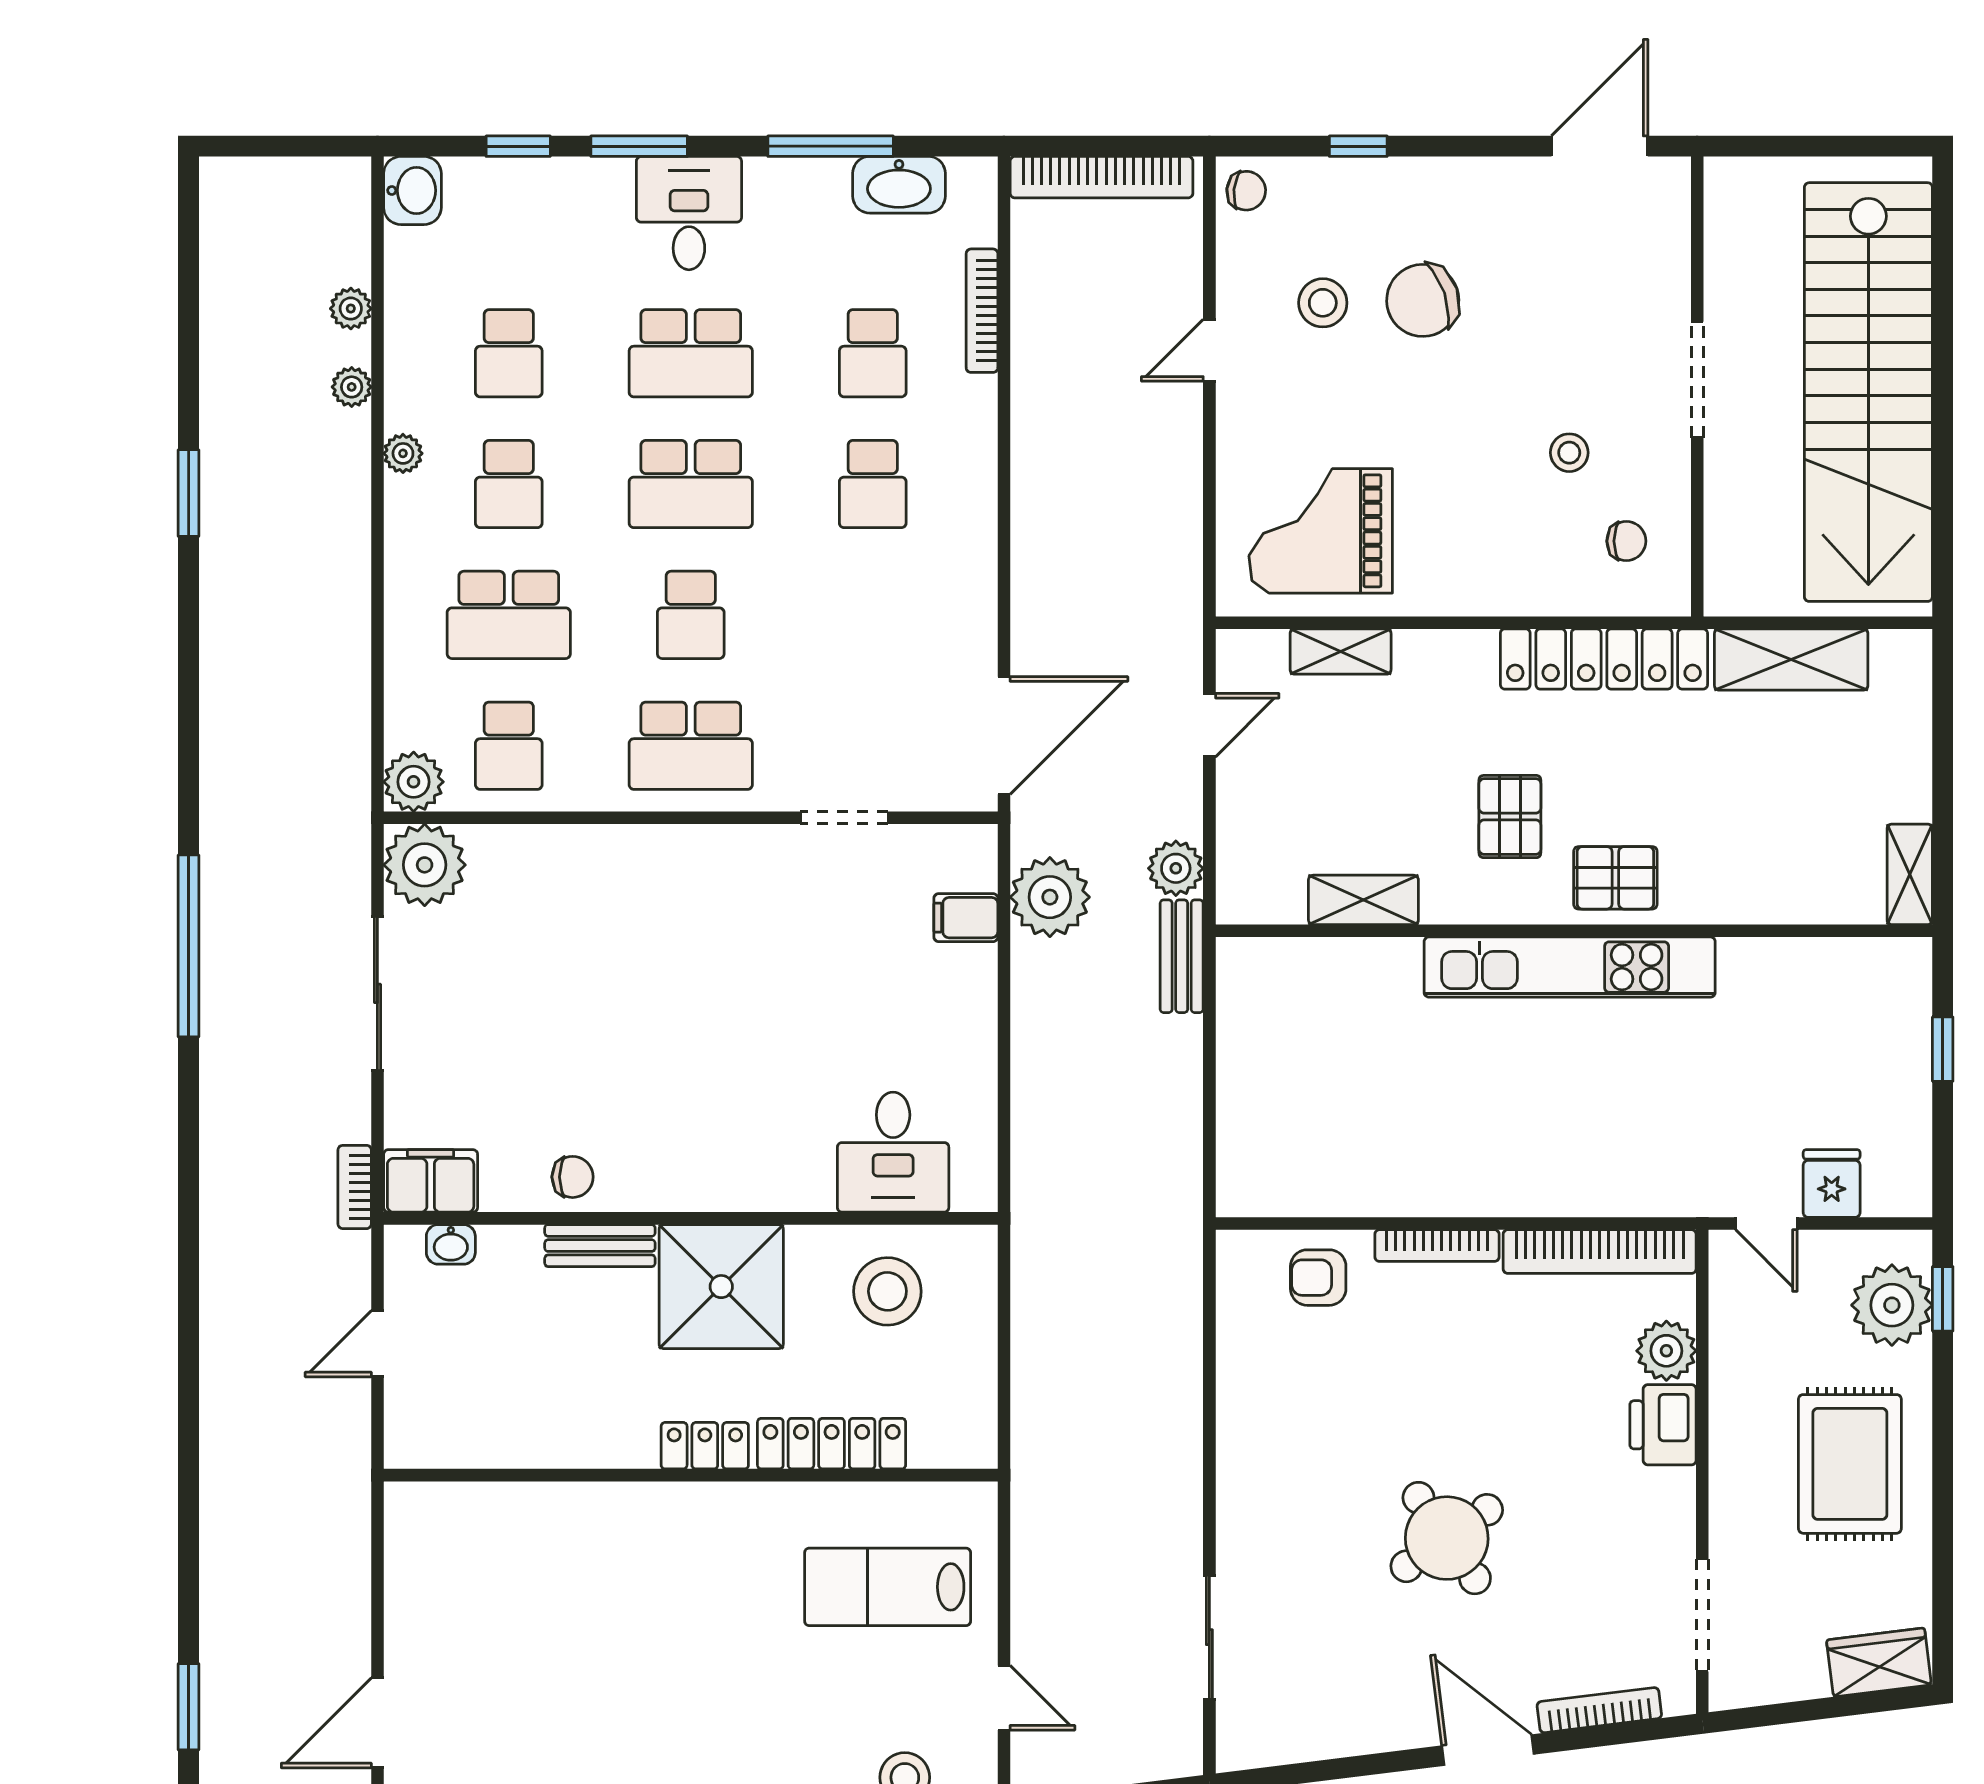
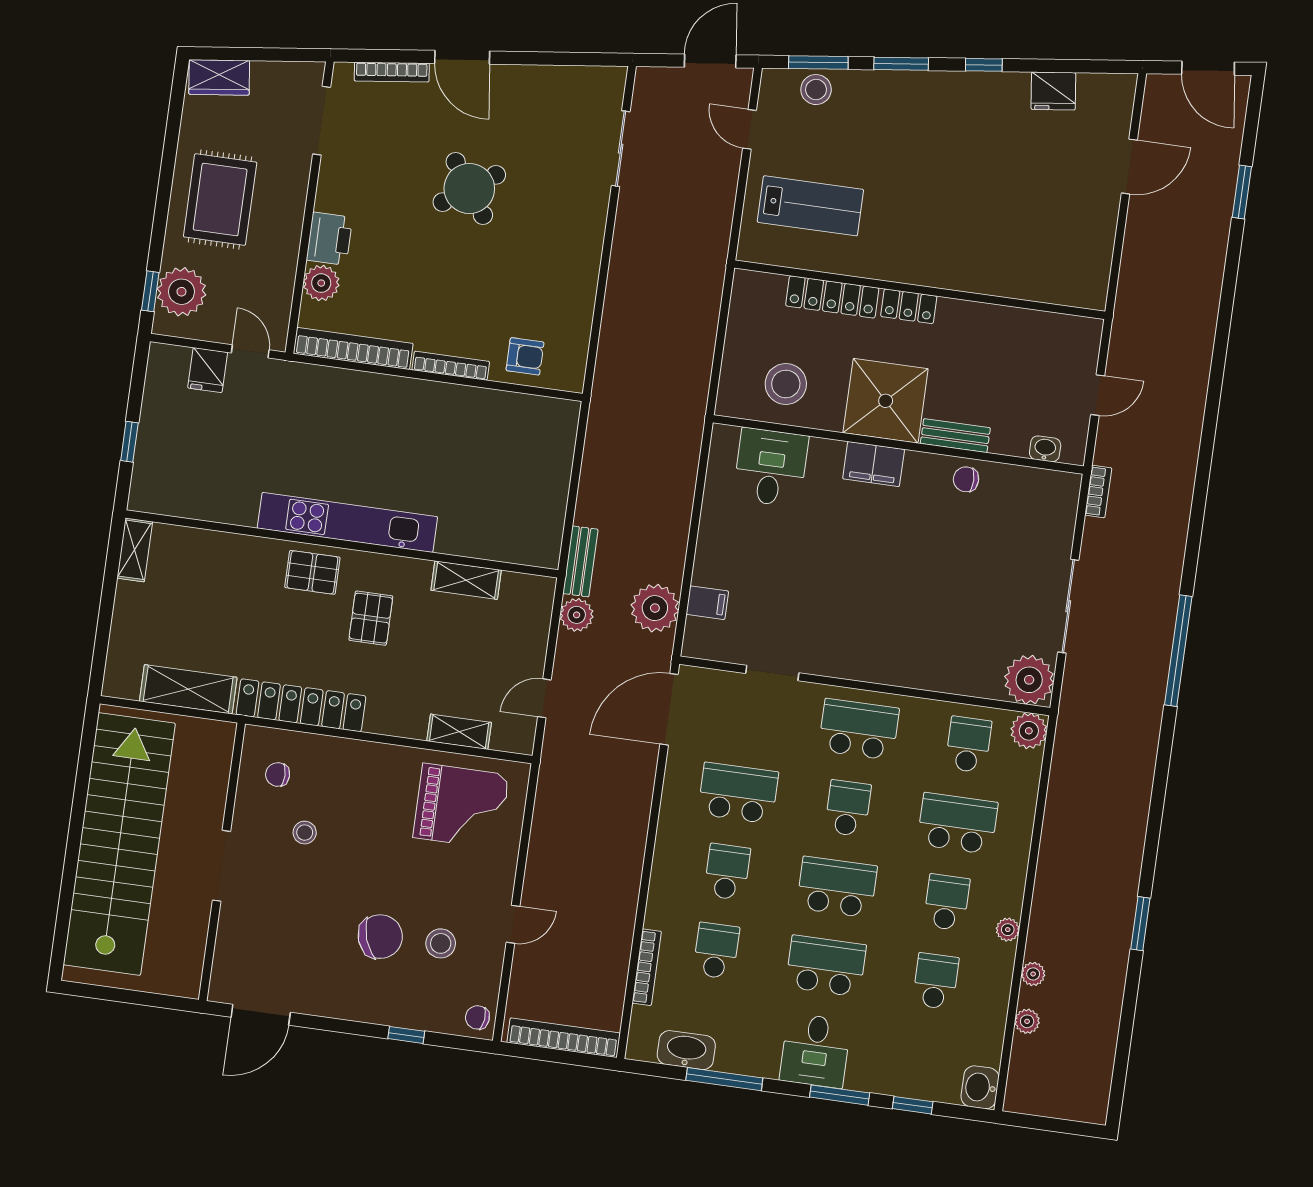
school desk: (873, 615) -> (738, 793), added
filing cabinet: (431, 1181) -> (874, 464), moved

